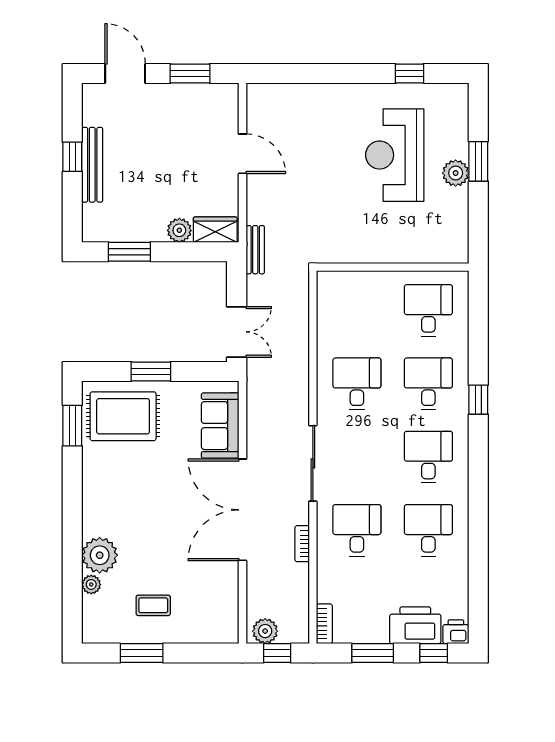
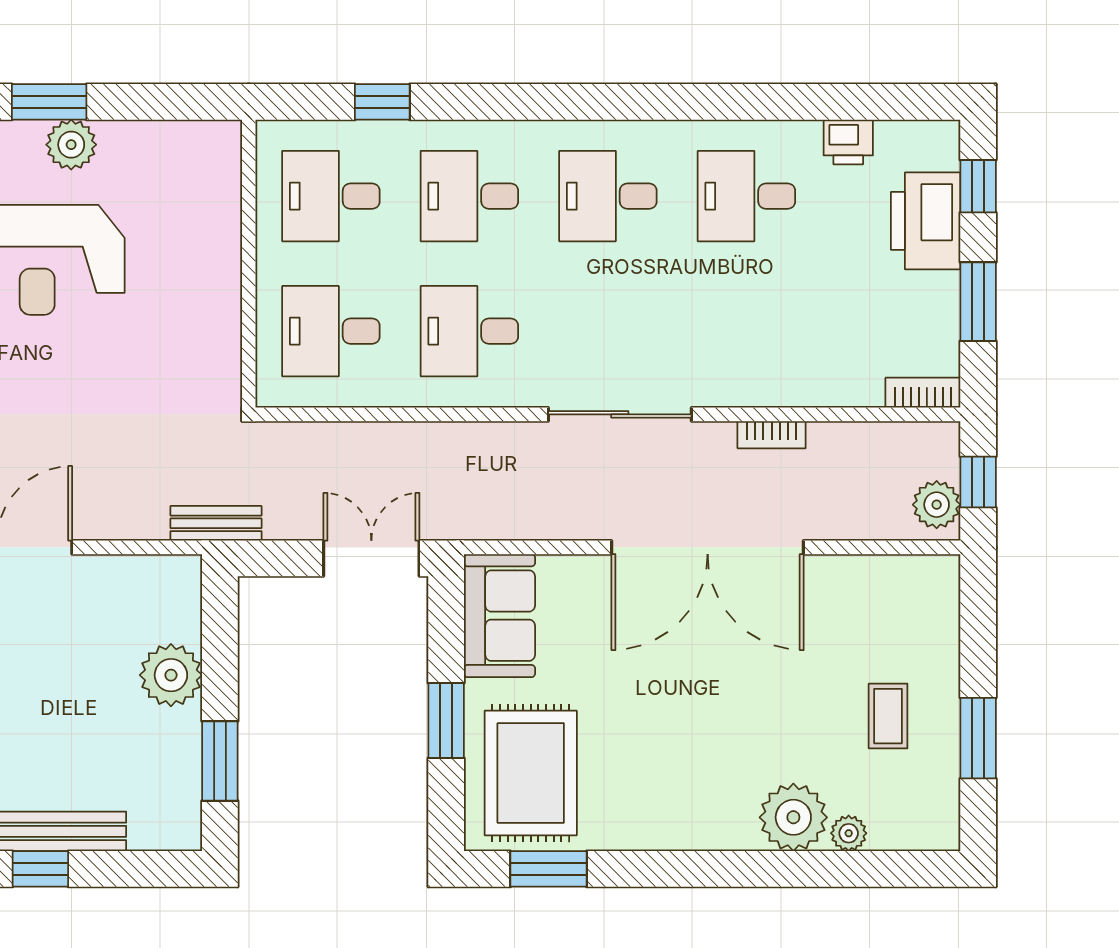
plant: (179, 230) -> (171, 675), width x1.36, depth x1.36
wardrobe: (215, 230) -> (178, 599), removed
window: (478, 400) -> (382, 102), moved
sofa: (220, 426) -> (499, 616), moved, turned -90
desk: (357, 530) -> (331, 331), moved
printer: (456, 632) -> (848, 142), moved, turned -90

